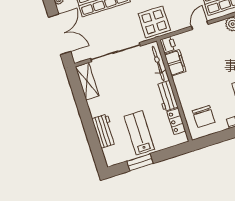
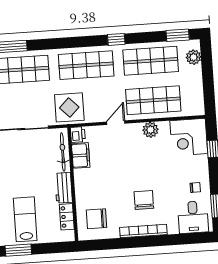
chair: (204, 117) -> (97, 219), turned 90

